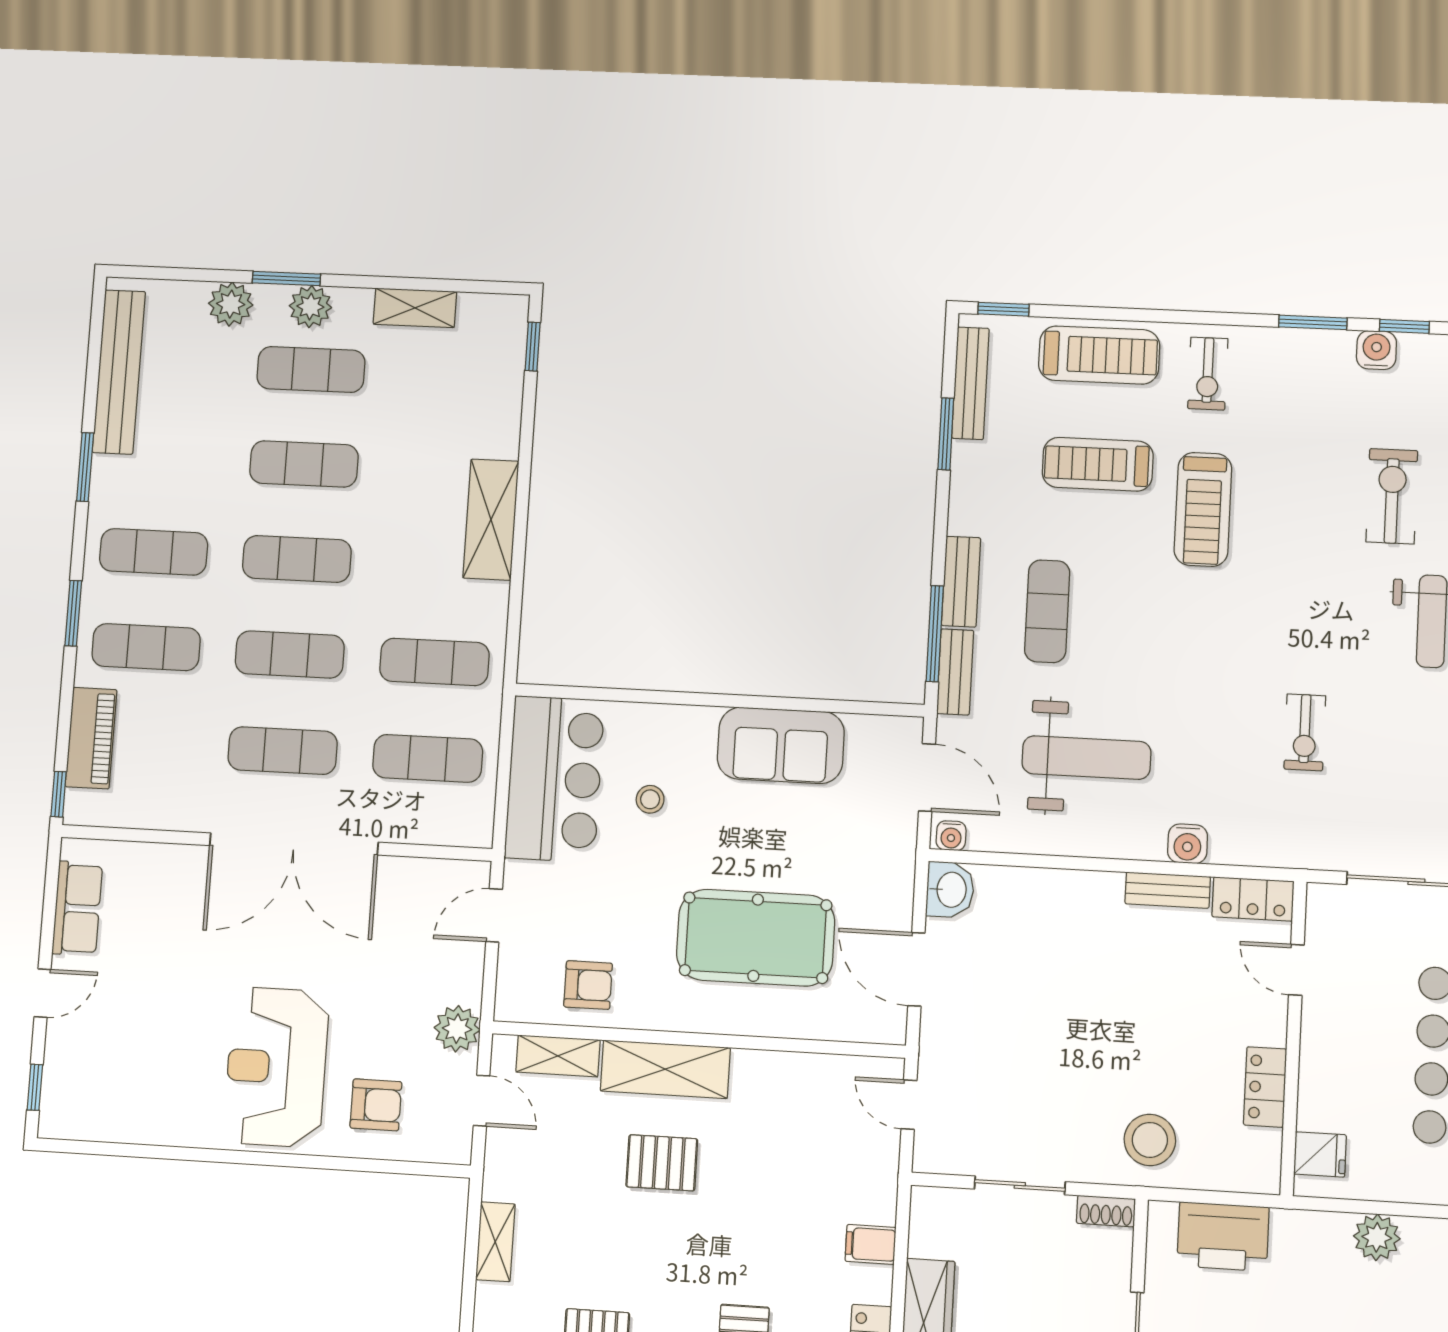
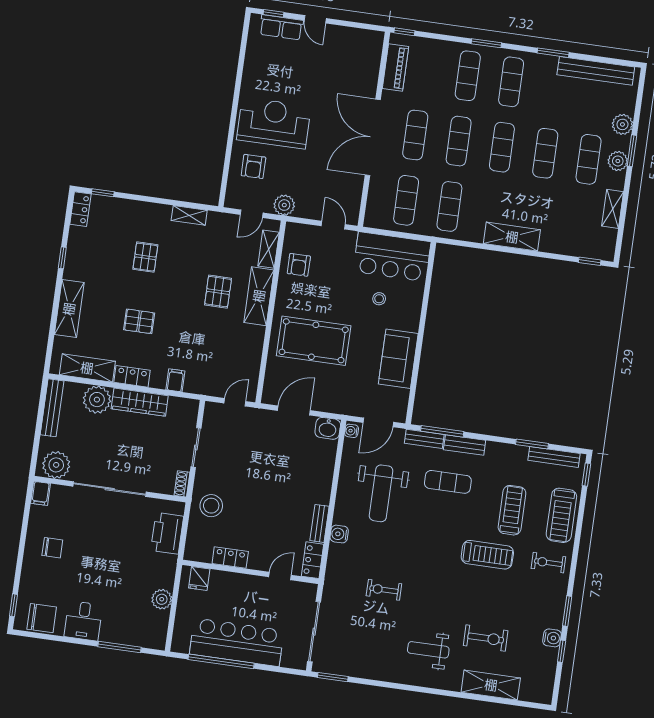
treadmill: (1203, 509) -> (487, 555), turned 180
piano: (91, 738) -> (396, 68), moved, turned -90
row of seats: (77, 908) -> (281, 27), moved
pool table: (756, 938) -> (314, 341), turned 90

